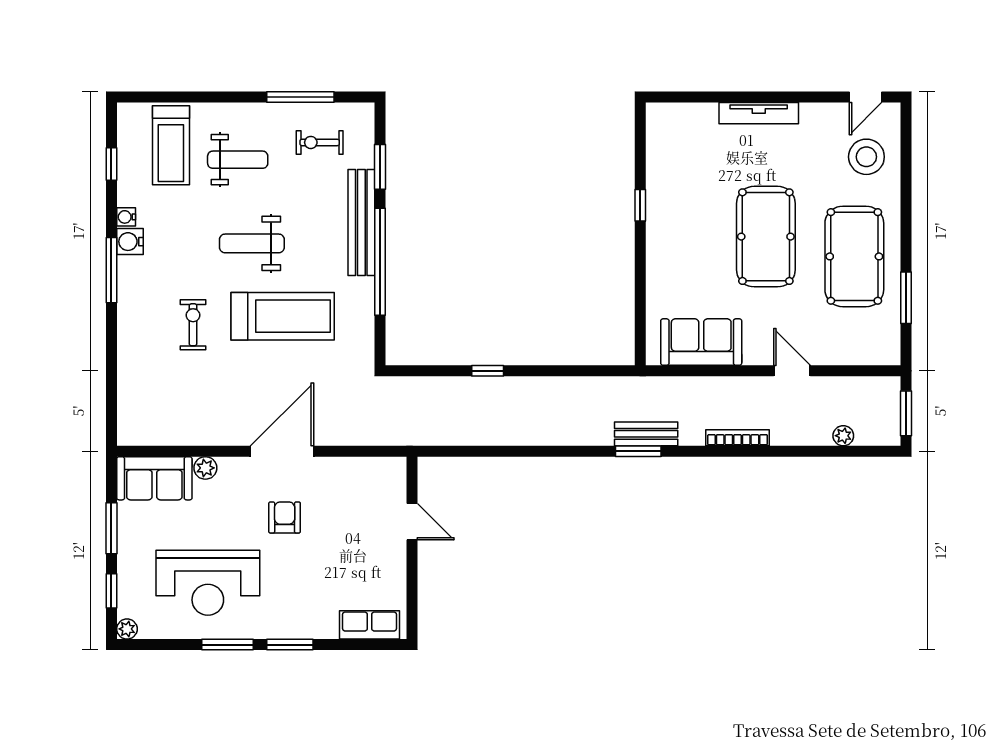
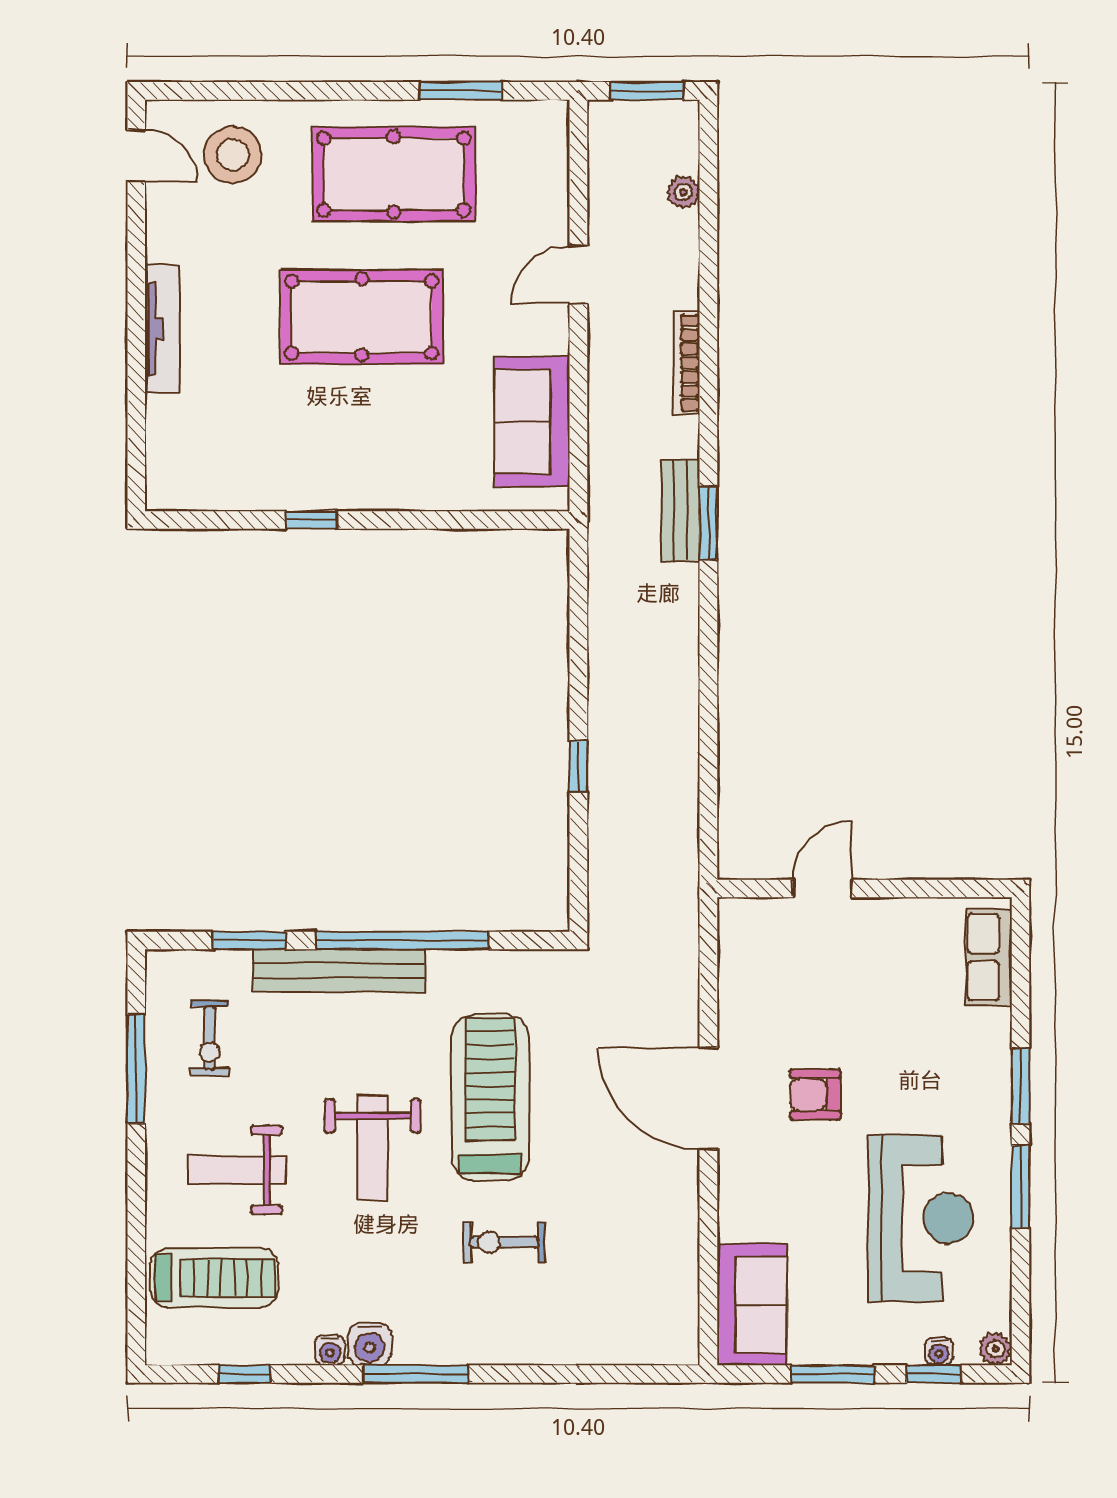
weight bench: (238, 160) -> (238, 1170), turned -90
plant: (205, 468) -> (735, 1222), removed
water cooler: (125, 594) -> (939, 1351), added

